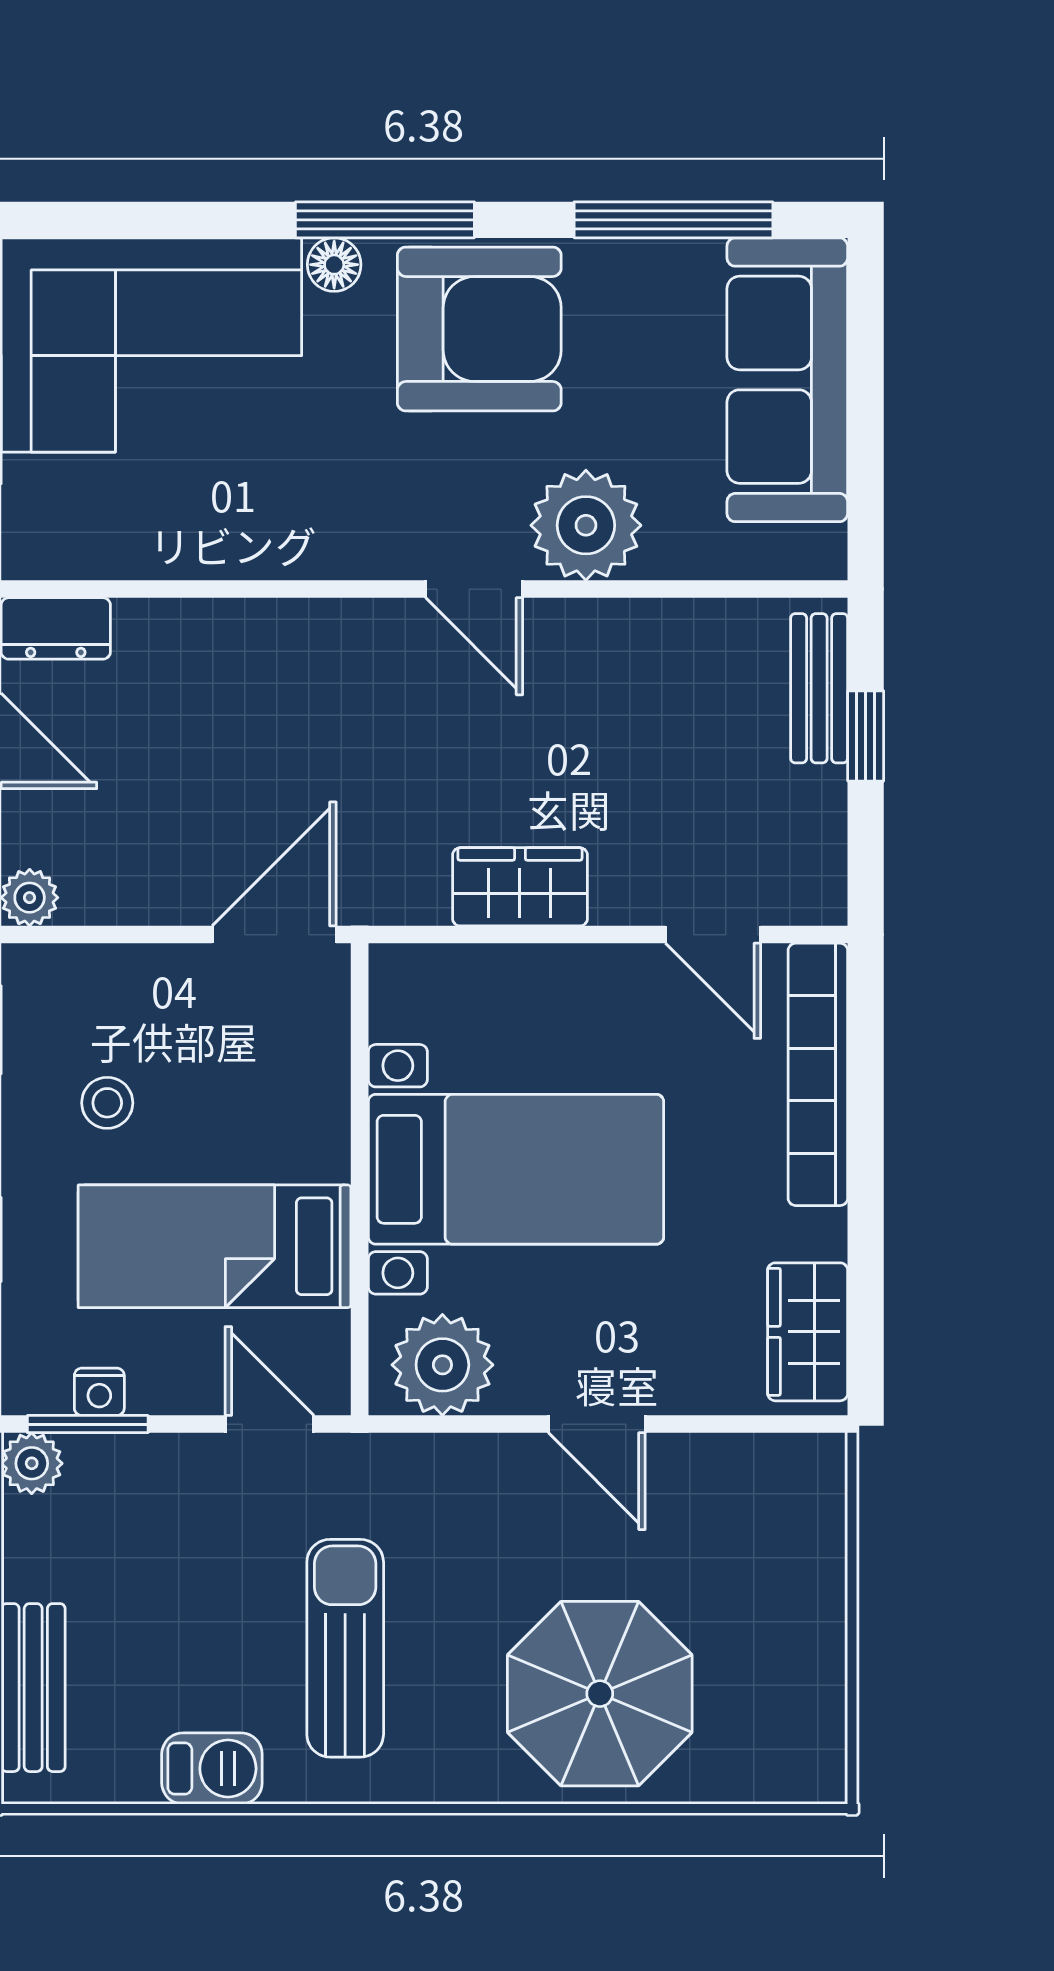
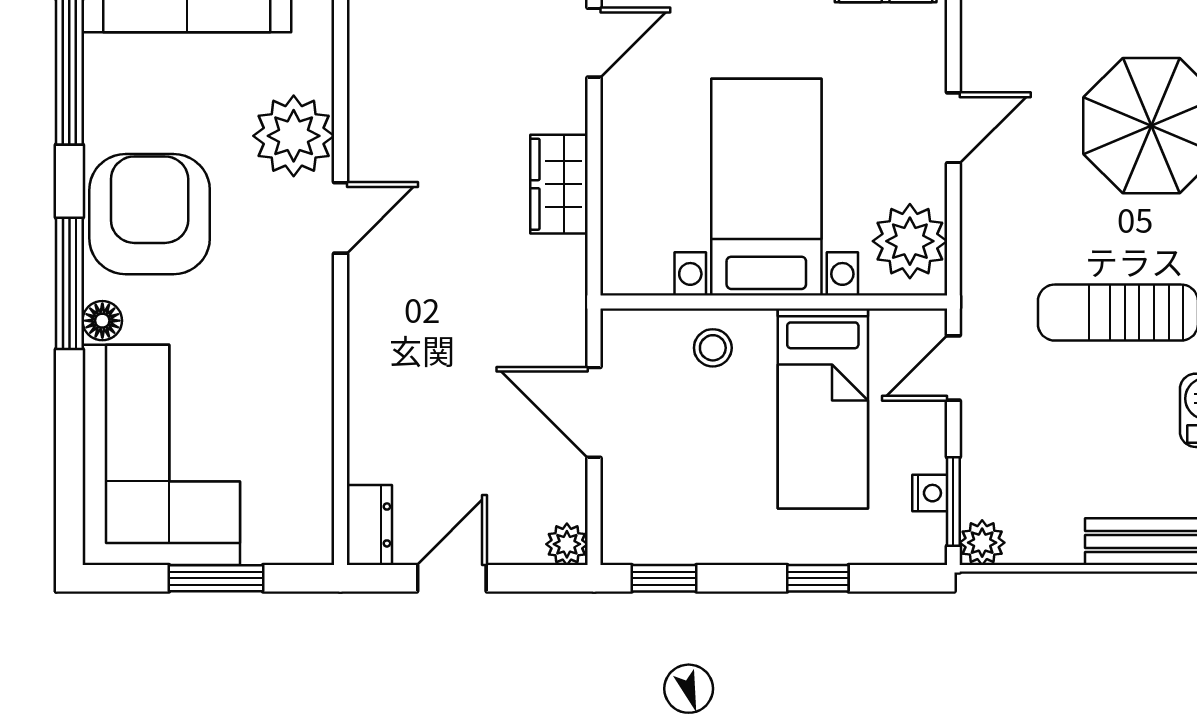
door: (274, 935) -> (594, 412), moved
stool: (107, 1103) -> (713, 348), moved

